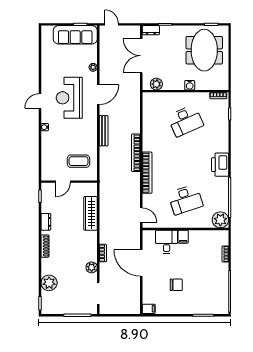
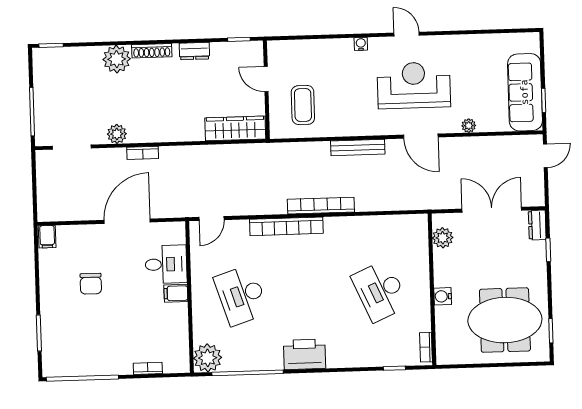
wardrobe: (91, 213) -> (235, 128), moved
plant: (49, 283) -> (117, 59), moved

